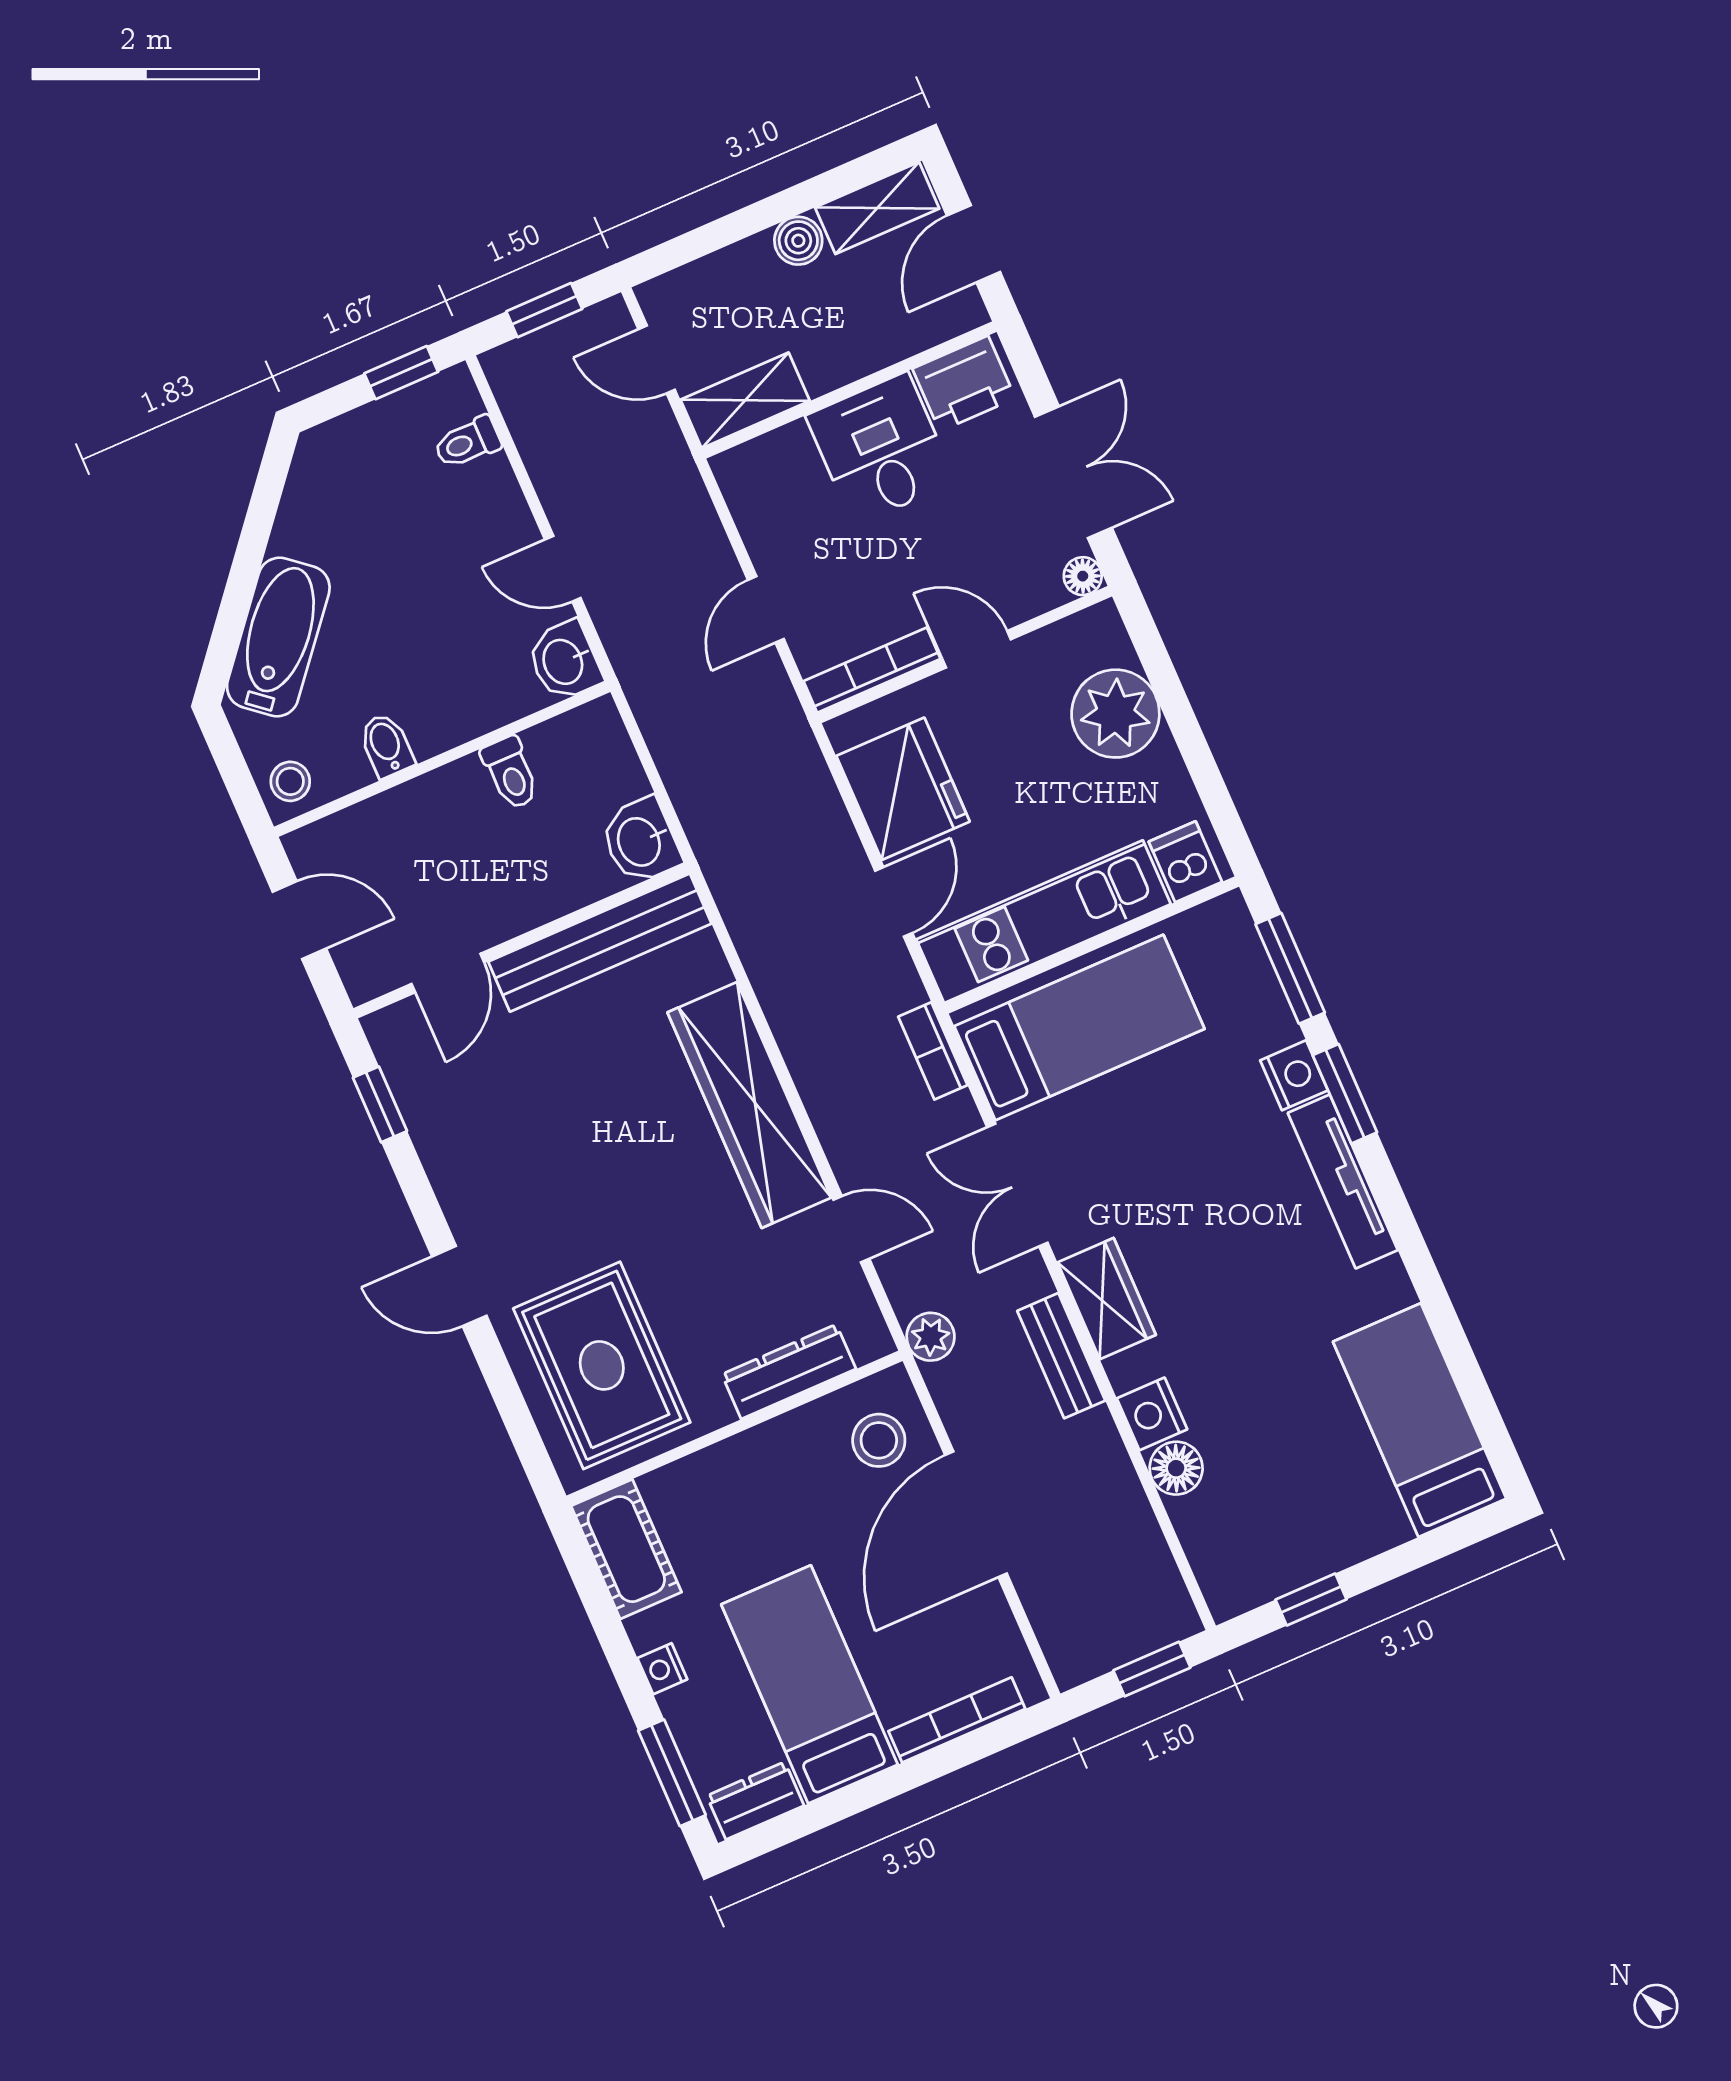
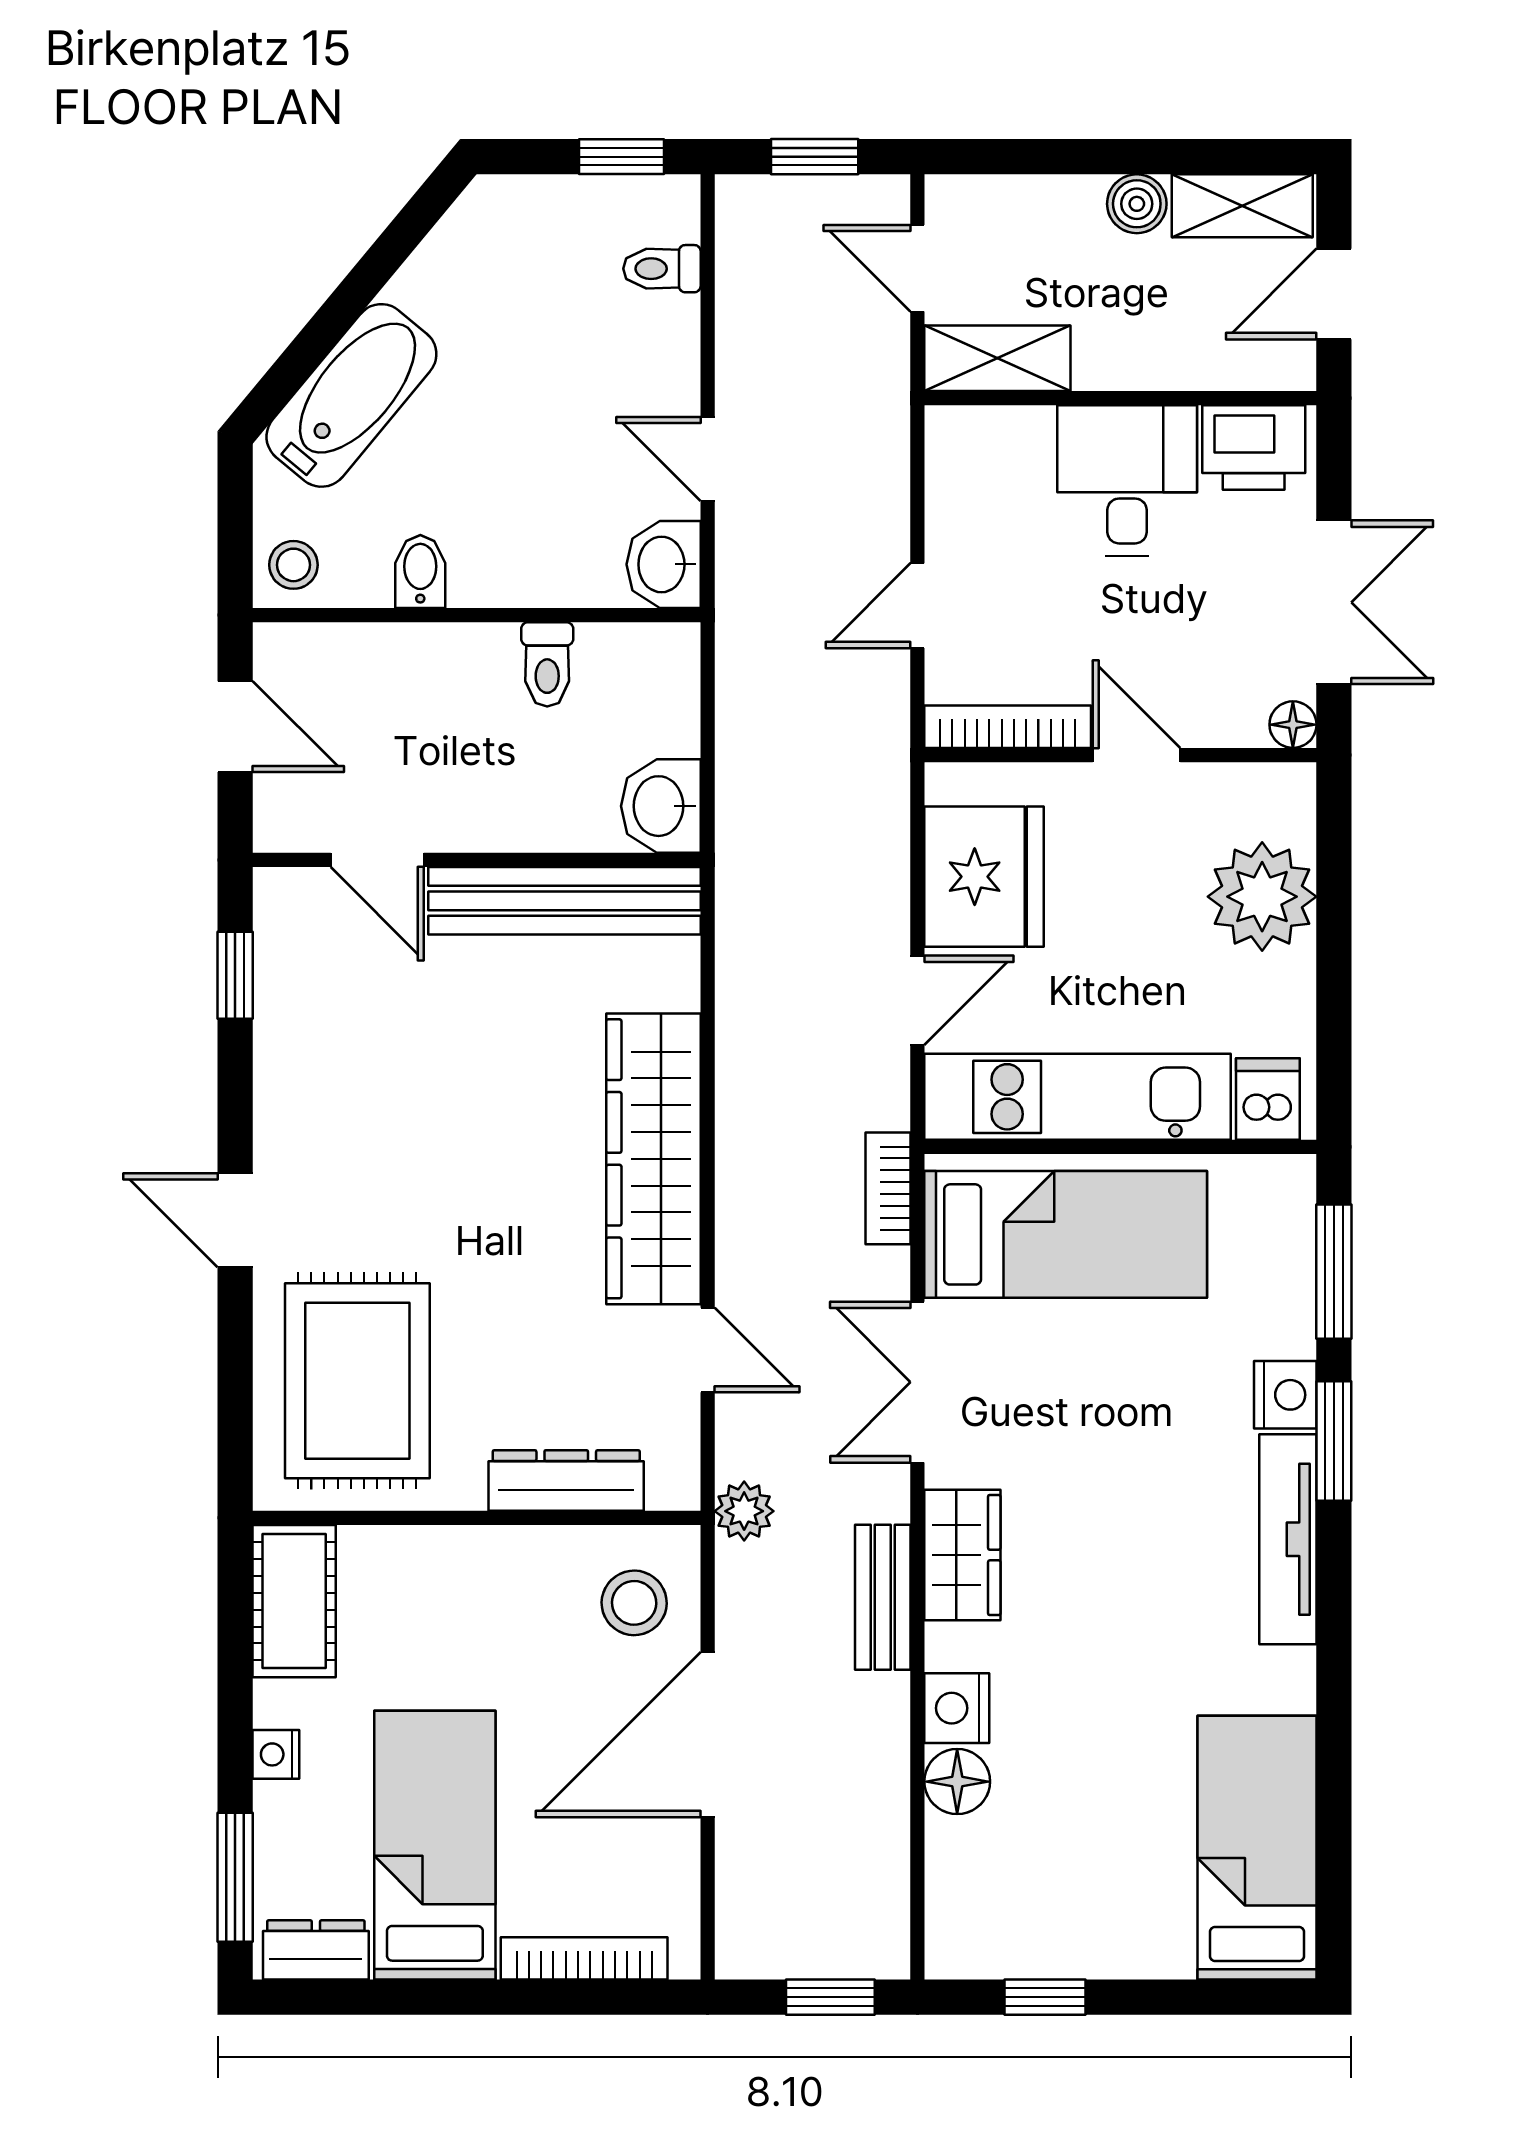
door: (448, 973) -> (377, 860), hinge flipped

